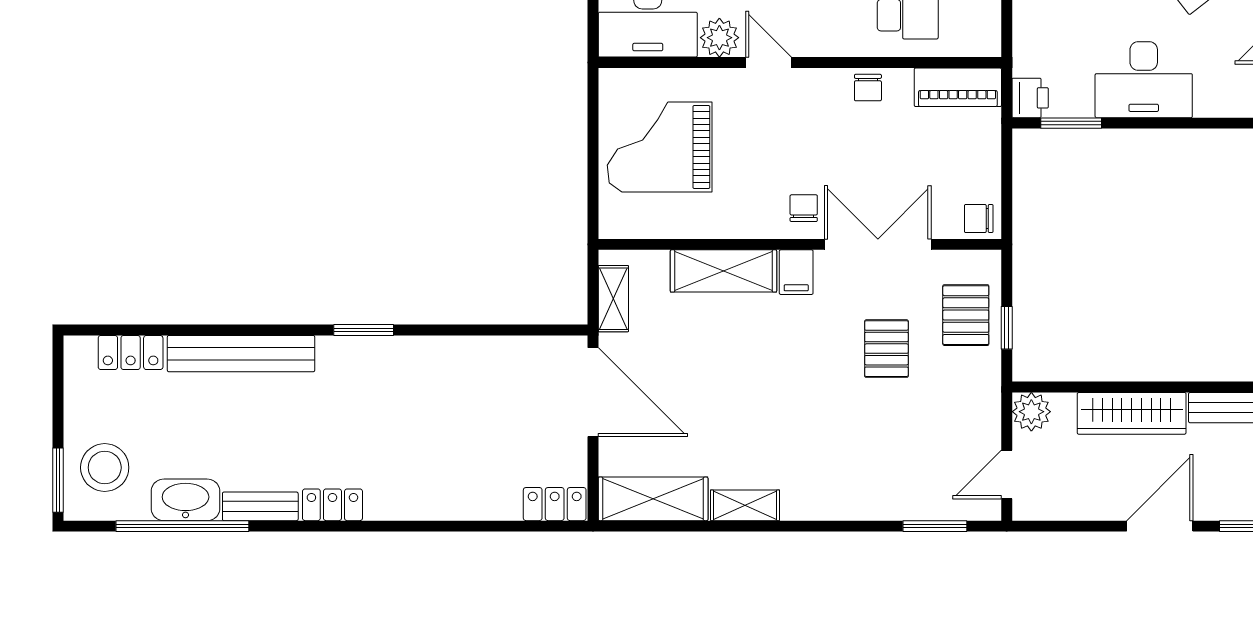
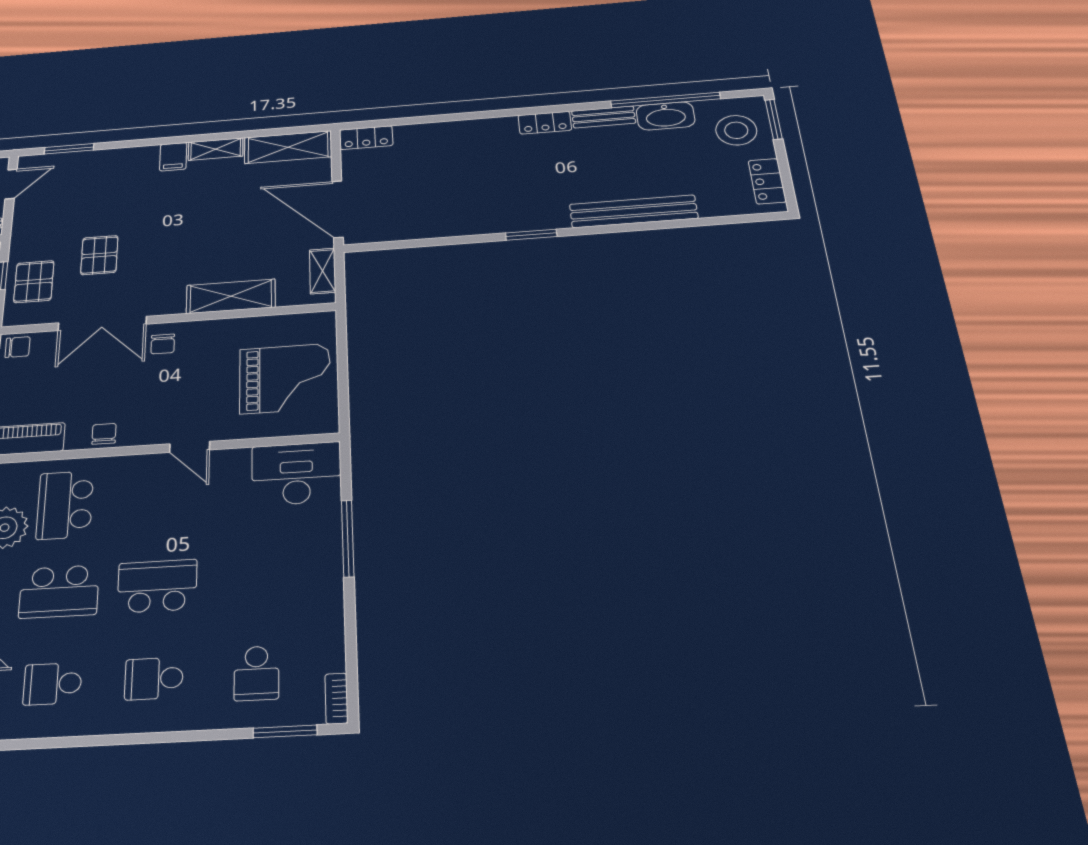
plant: (719, 38) -> (232, 463), removed
filing cabinet: (796, 272) -> (173, 157), moved, turned 180
locker: (131, 353) -> (767, 181), moved, turned -90

